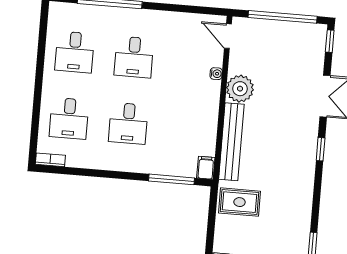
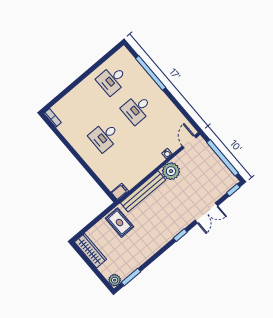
desk: (69, 118) -> (80, 107), removed
window: (172, 179) -> (99, 182), removed

